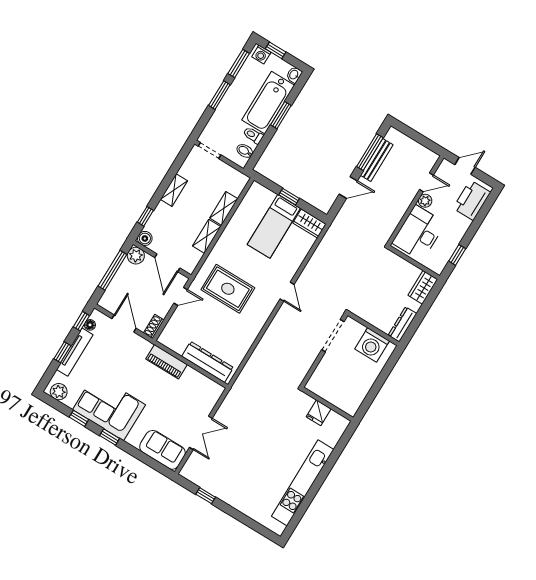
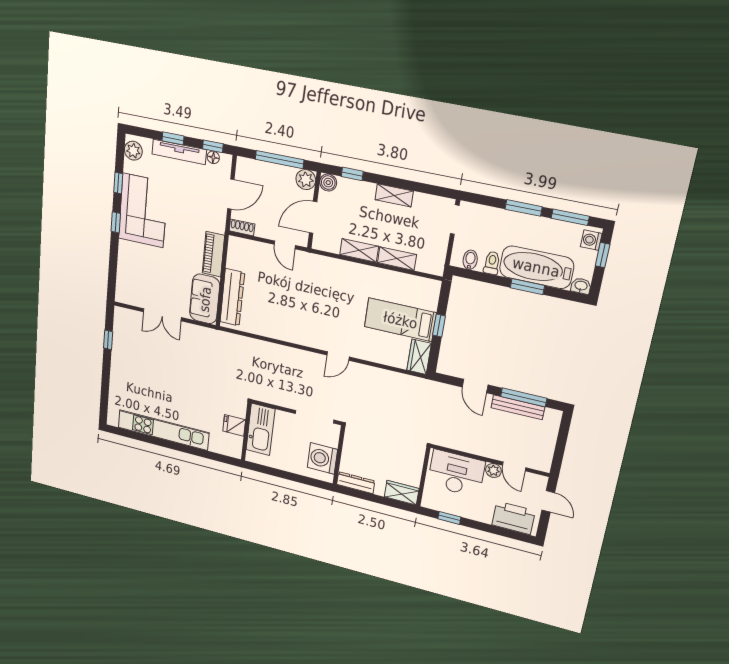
rug: (228, 289) -> (314, 293), removed
kitchen sink: (330, 390) -> (260, 429), added
sofa: (162, 450) -> (205, 299), moved, turned 180

